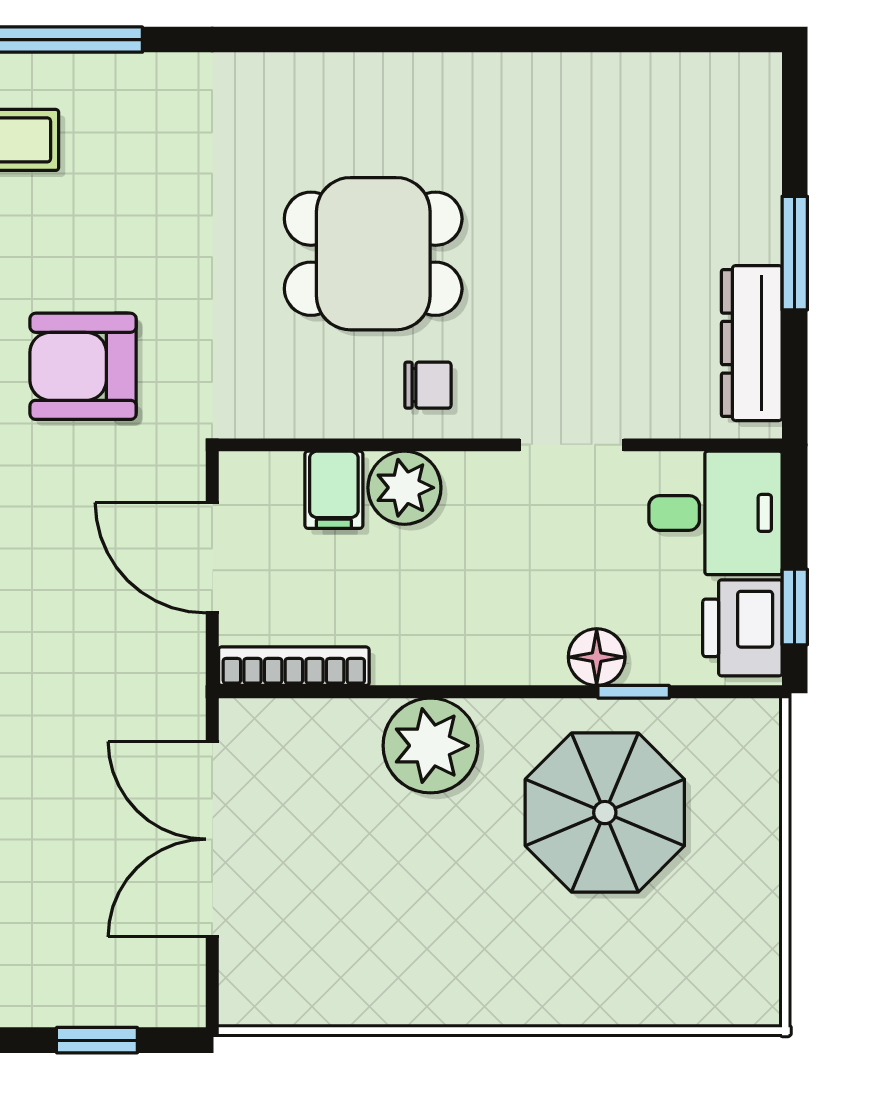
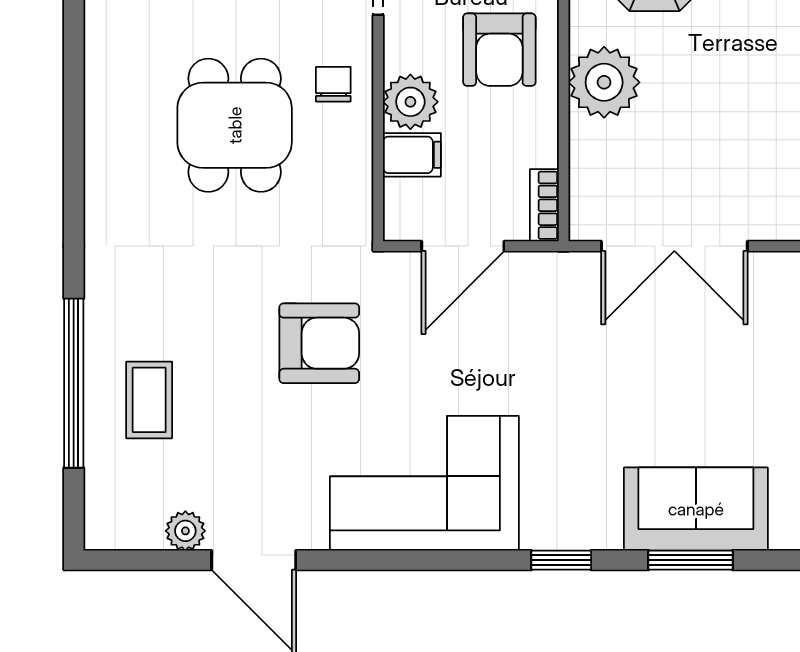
armchair: (83, 366) -> (319, 343), turned -90
armchair: (474, 606) -> (499, 50), added
bookcase: (294, 666) -> (544, 205), width x0.64

